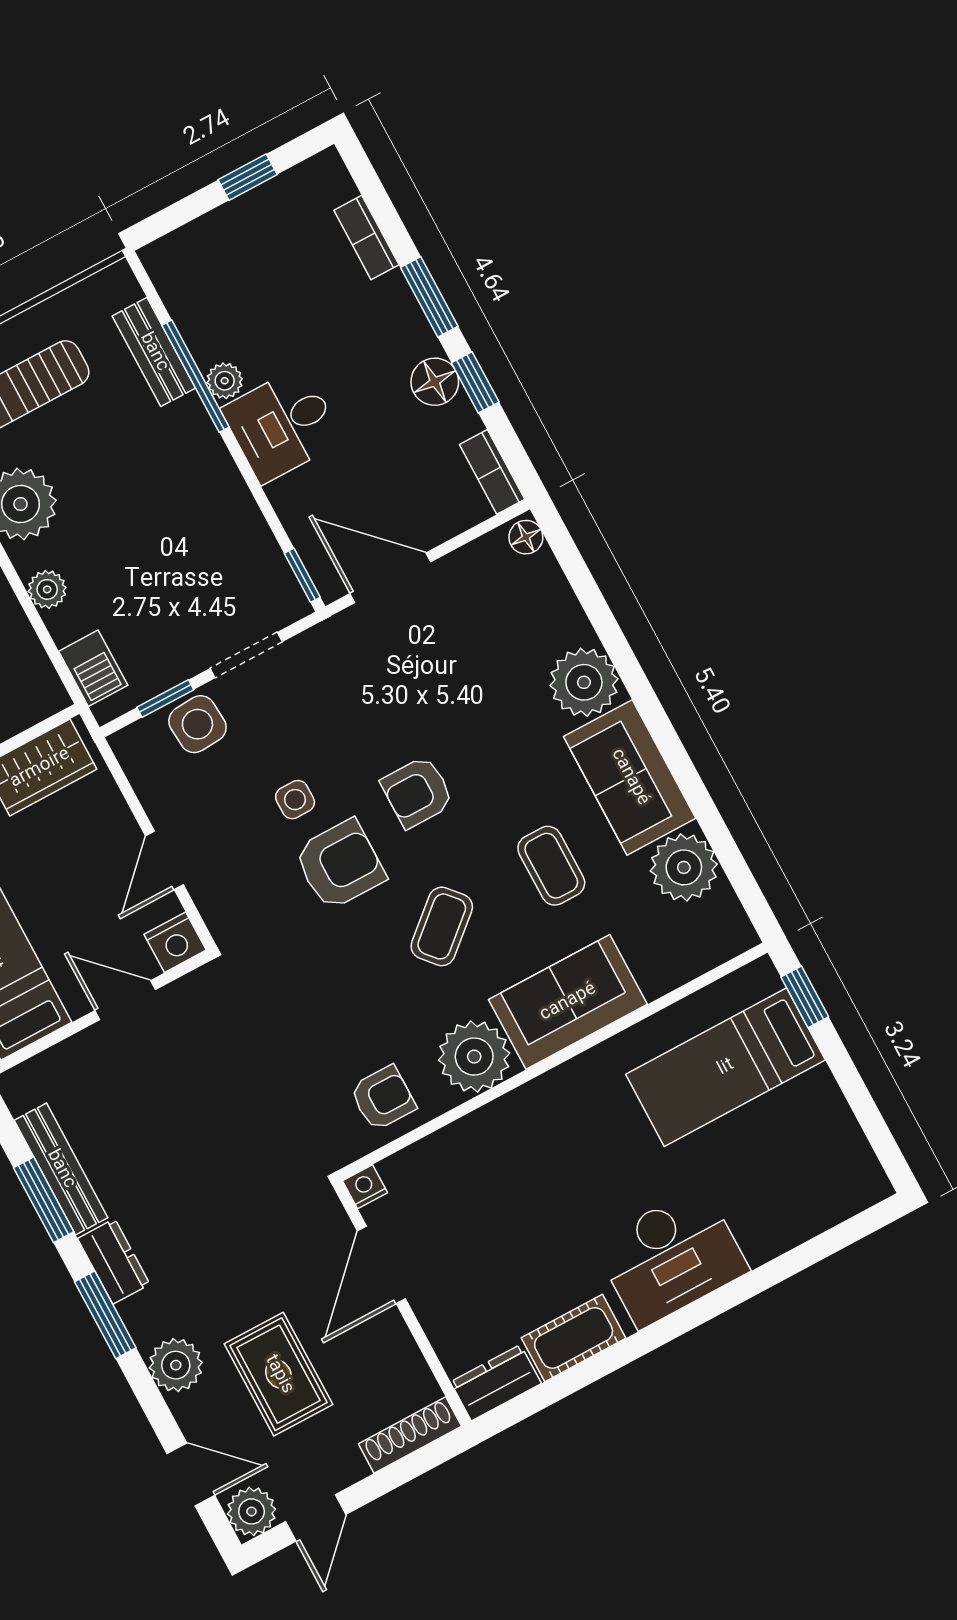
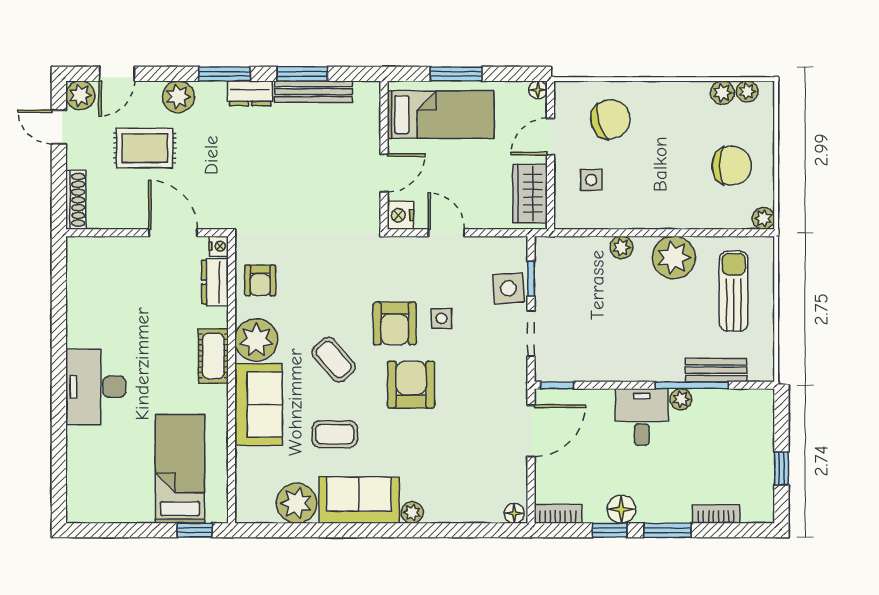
barbecue: (93, 668) -> (567, 249), removed
plant: (584, 682) -> (412, 512), width x0.53, depth x0.53
armchair: (417, 792) -> (411, 385), width x1.38, depth x1.38
cot: (574, 1338) -> (213, 356), moved
dresser: (496, 1383) -> (215, 282), moved, turned 180

